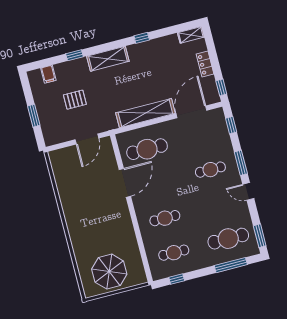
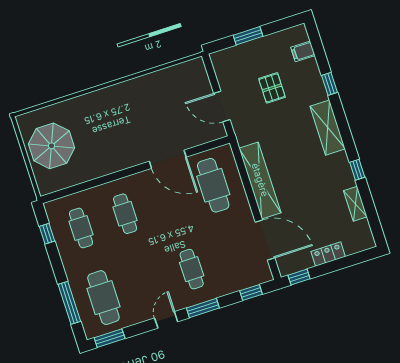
shelving: (191, 35) -> (355, 204), moved

